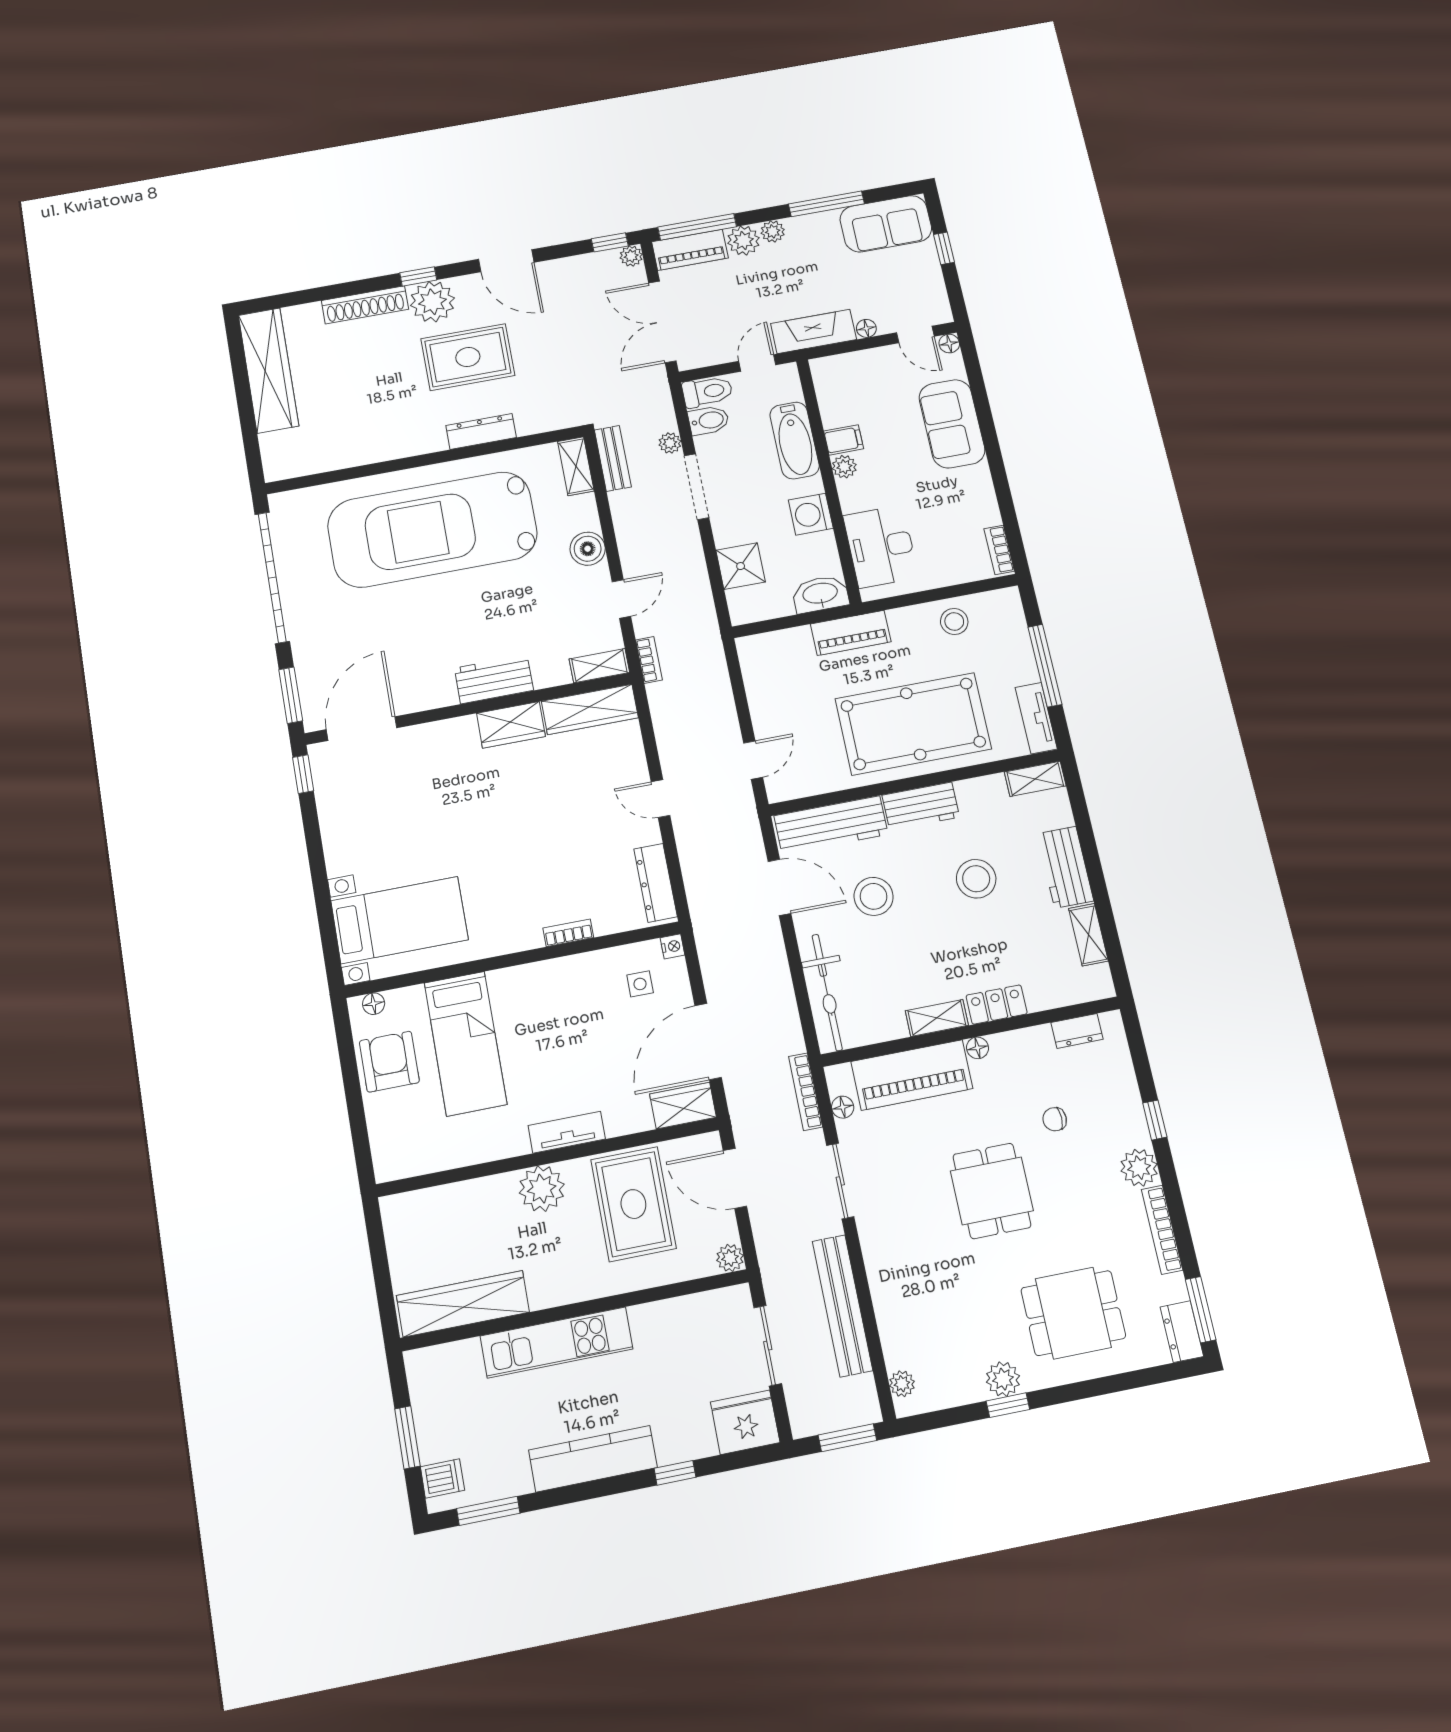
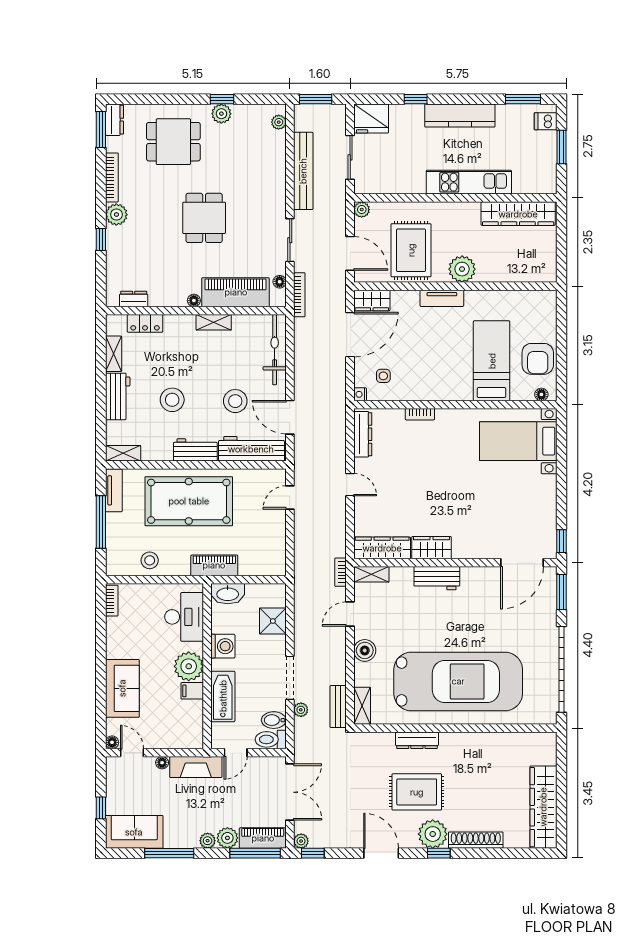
plant: (844, 467) -> (189, 666), width x1.87, depth x1.87
locker: (997, 1005) -> (145, 323), moved
chair: (1055, 1119) -> (159, 251), removed

